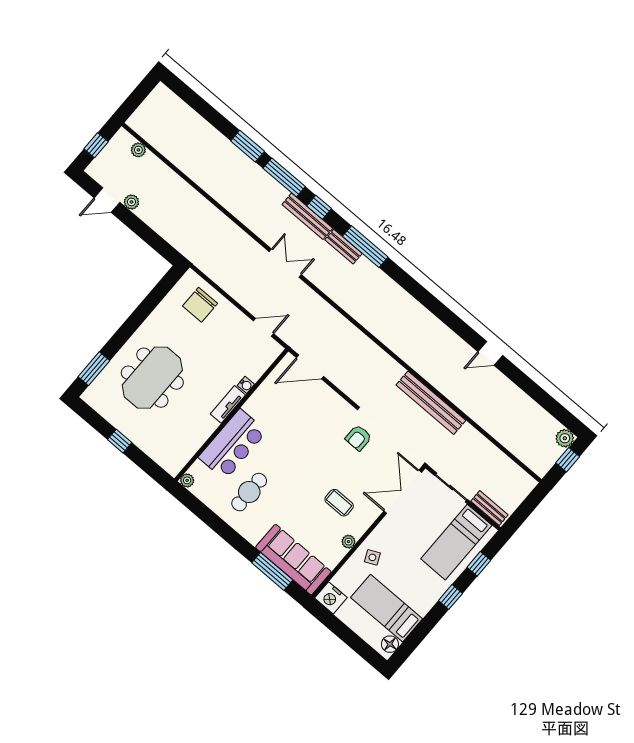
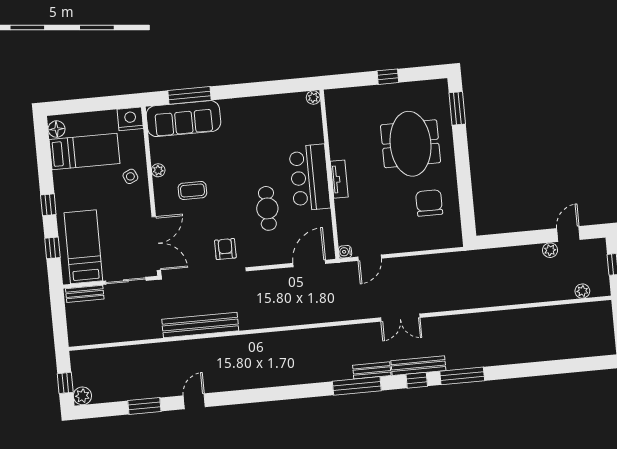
window: (248, 146) -> (144, 406), moved
chair: (200, 305) -> (429, 203), moved
water cooler: (246, 385) -> (345, 252), moved
bar counter: (233, 444) -> (310, 178), moved
cafe table: (249, 492) -> (267, 208), moved

